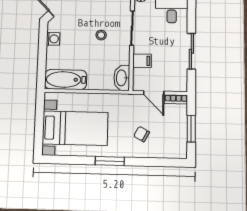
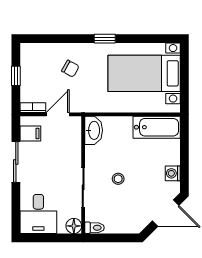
filing cabinet: (142, 61) -> (30, 134), moved, turned 180
door: (154, 93) -> (58, 114), hinge flipped
window: (191, 129) -> (16, 76), width x0.67
window: (110, 161) -> (105, 39), width x0.67

